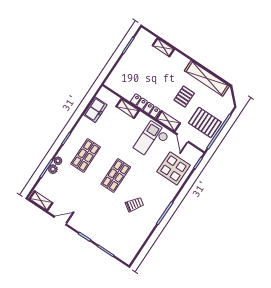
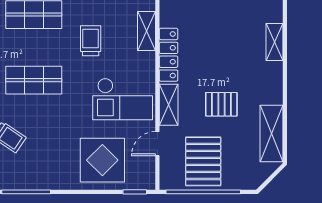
shelving: (163, 47) -> (275, 42), moved
shelving: (207, 78) -> (272, 134), width x0.68
trolley: (115, 137) -> (91, 41), added
checkout: (152, 140) -> (123, 99), turned 180

